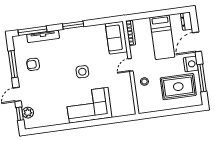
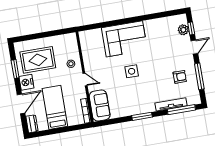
door: (130, 65) -> (85, 79), hinge flipped
window: (202, 78) -> (15, 69), width x0.69

